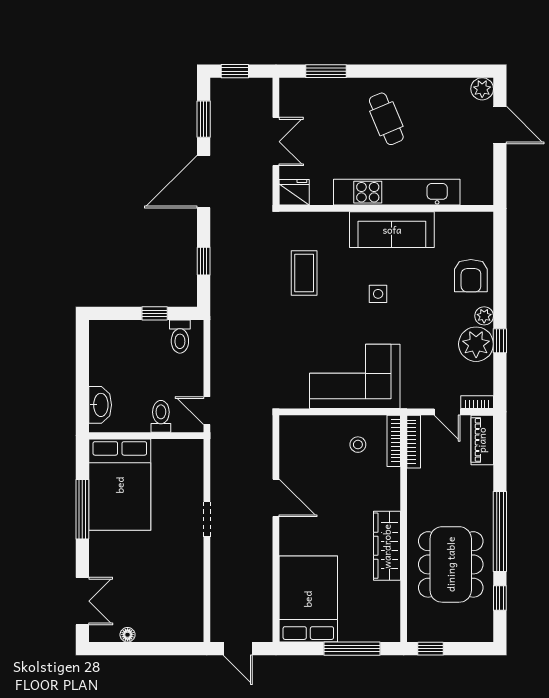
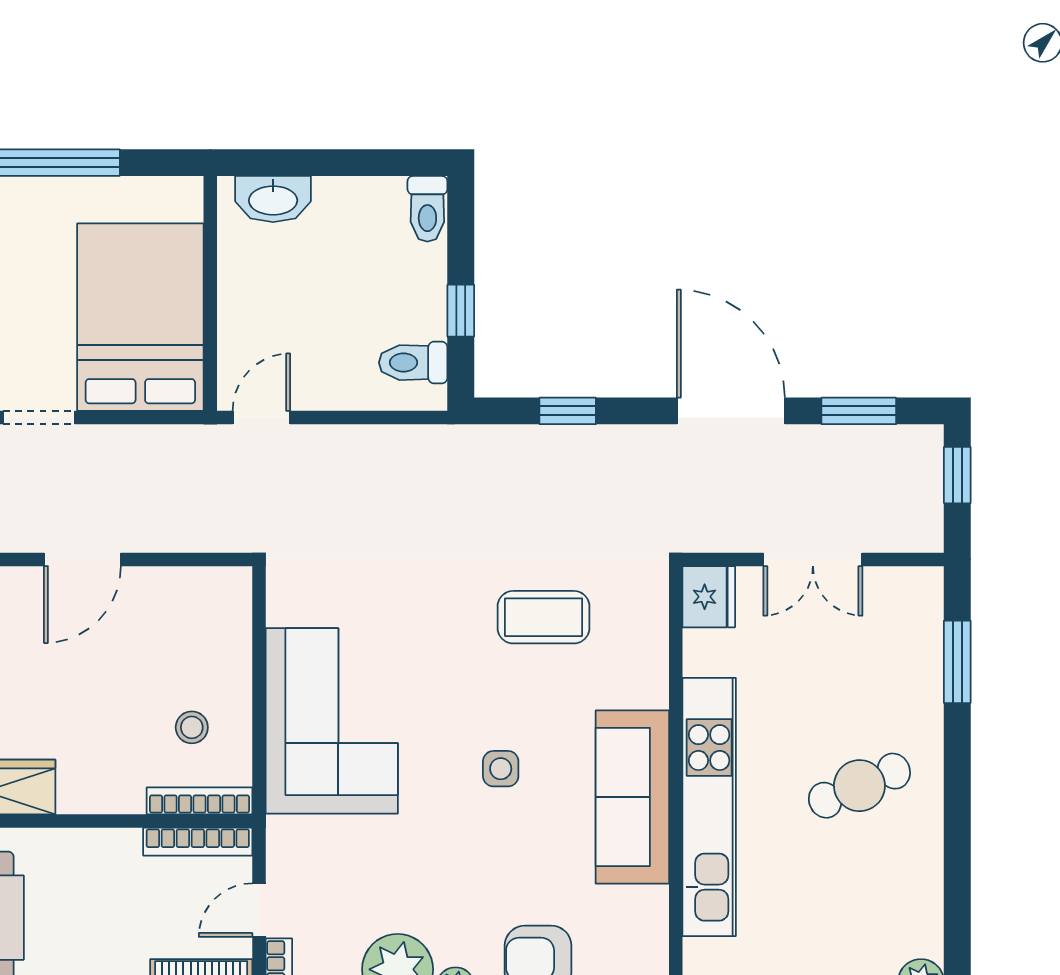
toilet: (161, 416) -> (427, 209), moved, turned 90
bed: (120, 485) -> (140, 317), moved, turned 90

